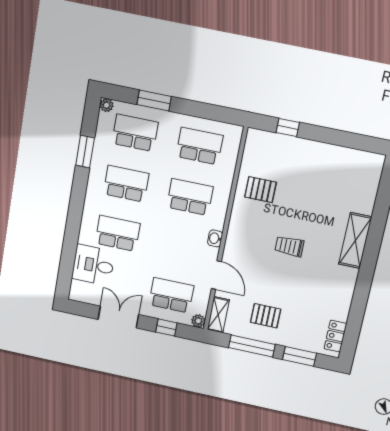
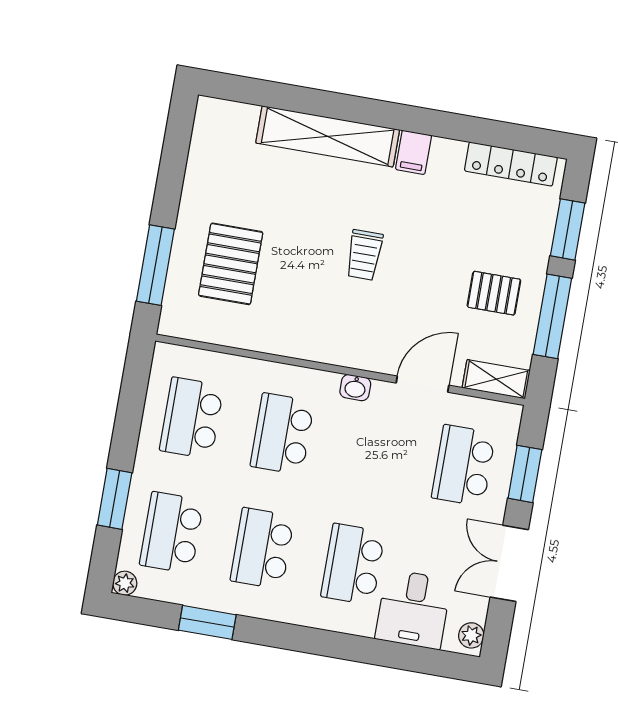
window: (288, 127) -> (155, 265), width x2.17
pallet: (261, 190) -> (231, 264), moved, width x1.50, depth x1.42
shelving: (355, 241) -> (328, 136), width x1.47
filing cabinet: (346, 276) -> (414, 152), added
pallet: (266, 316) -> (494, 293), turned 90
plant: (198, 321) -> (471, 635), moved
window: (166, 327) -> (525, 474), width x1.50
locker: (335, 336) -> (511, 164), width x1.53

